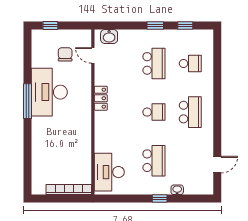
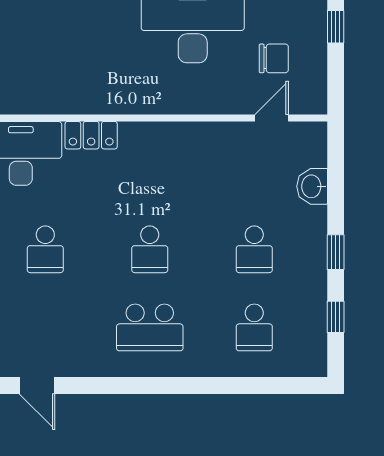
washbasin: (109, 37) -> (312, 186), moved
school desk: (154, 63) -> (254, 249), width x0.54
locker: (101, 98) -> (91, 135), moved
school desk: (154, 161) -> (45, 249), width x0.54

